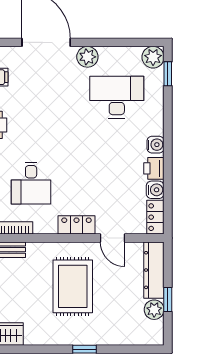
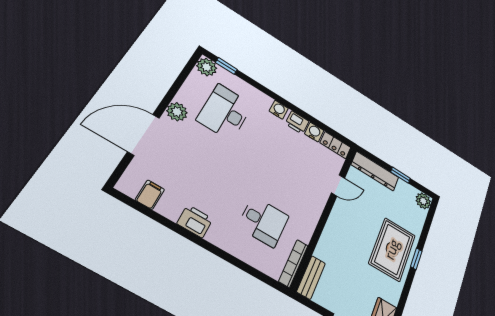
locker: (76, 225) -> (316, 206), removed
rug: (73, 286) -> (392, 249), moved, turned 90
plant: (154, 310) -> (423, 201), moved

